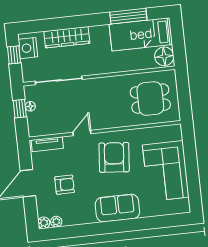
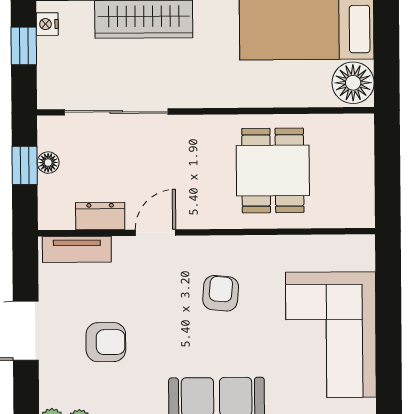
nightstand: (28, 48) -> (47, 24), width x0.53, depth x0.56
dining table: (150, 99) -> (273, 170), moved, turned 90
dresser: (56, 128) -> (100, 216), added
armchair: (114, 157) -> (221, 293), width x0.53, depth x0.53

